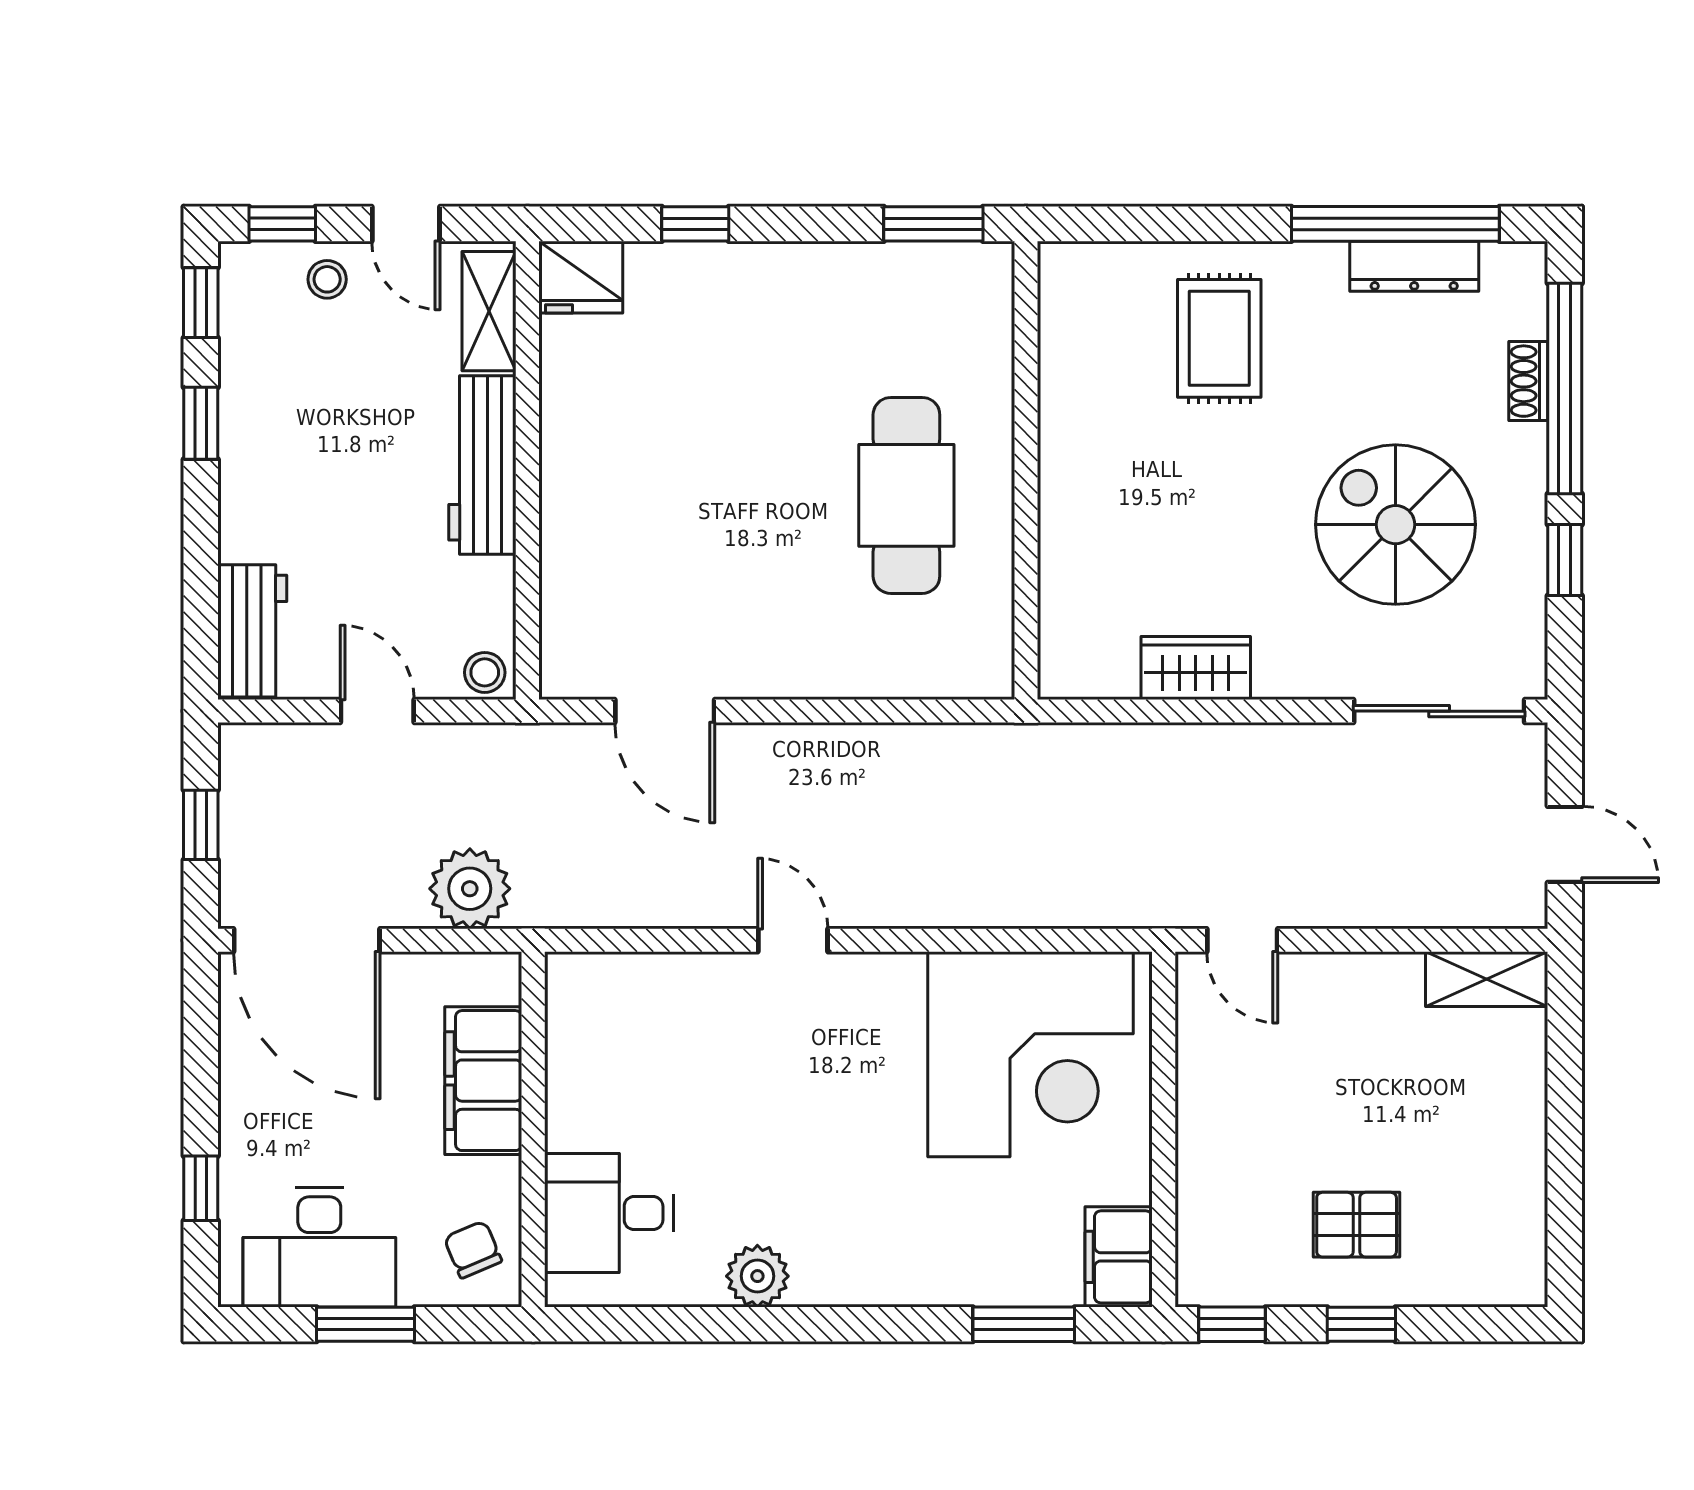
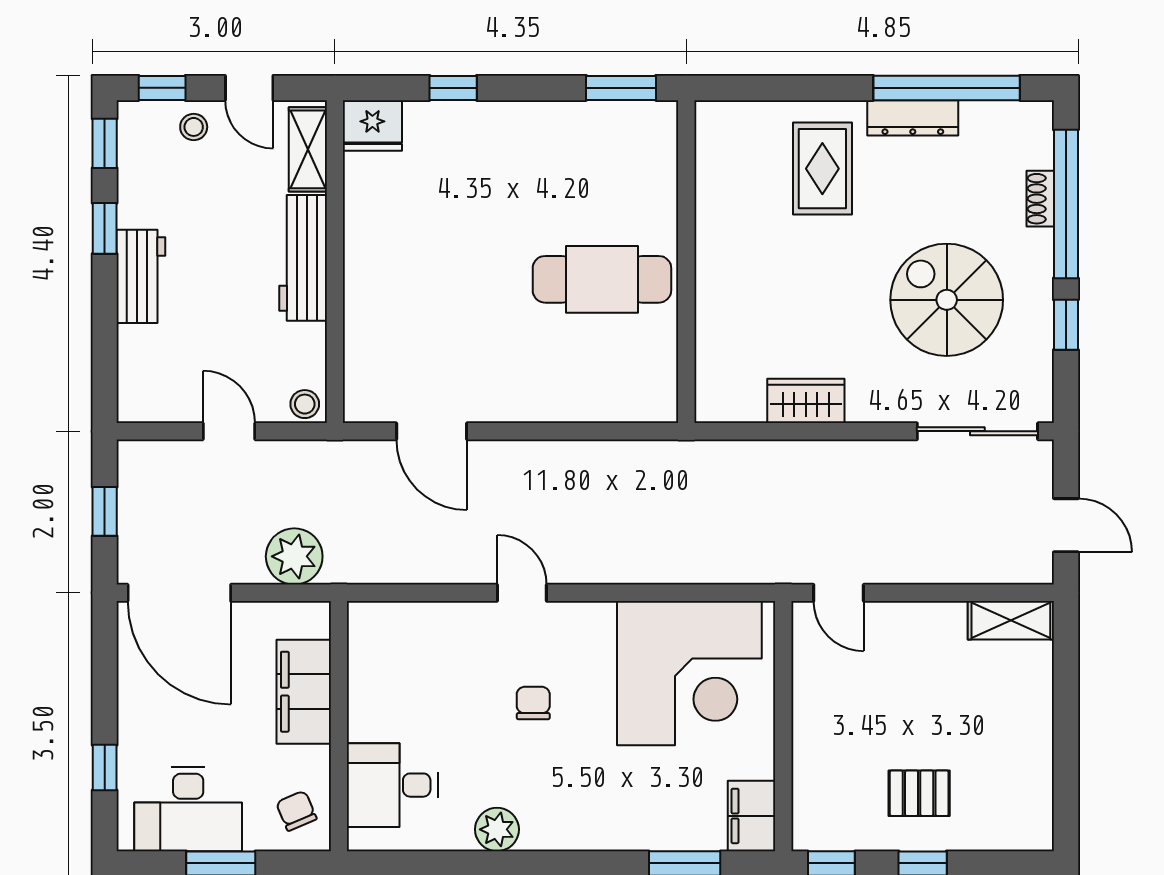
dresser: (1414, 266) -> (913, 118), moved
cafe table: (906, 495) -> (602, 279), turned 90
workbench: (252, 631) -> (141, 276), moved
chair: (809, 1097) -> (533, 703), added

